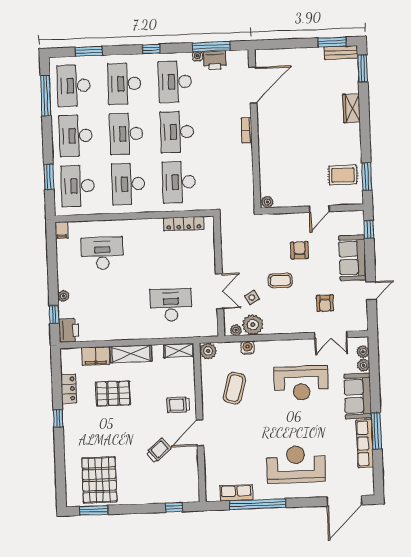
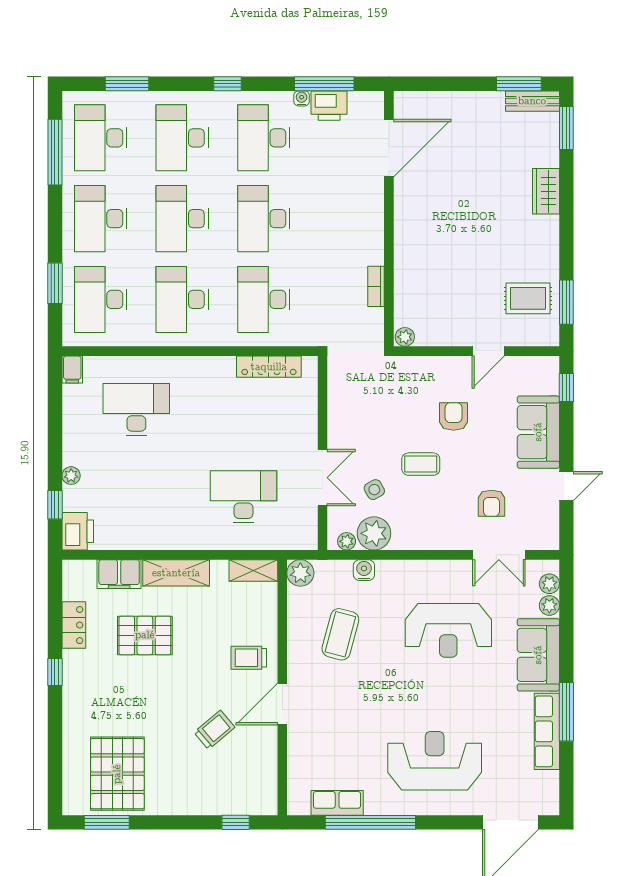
bookcase: (247, 130) -> (376, 286), moved

